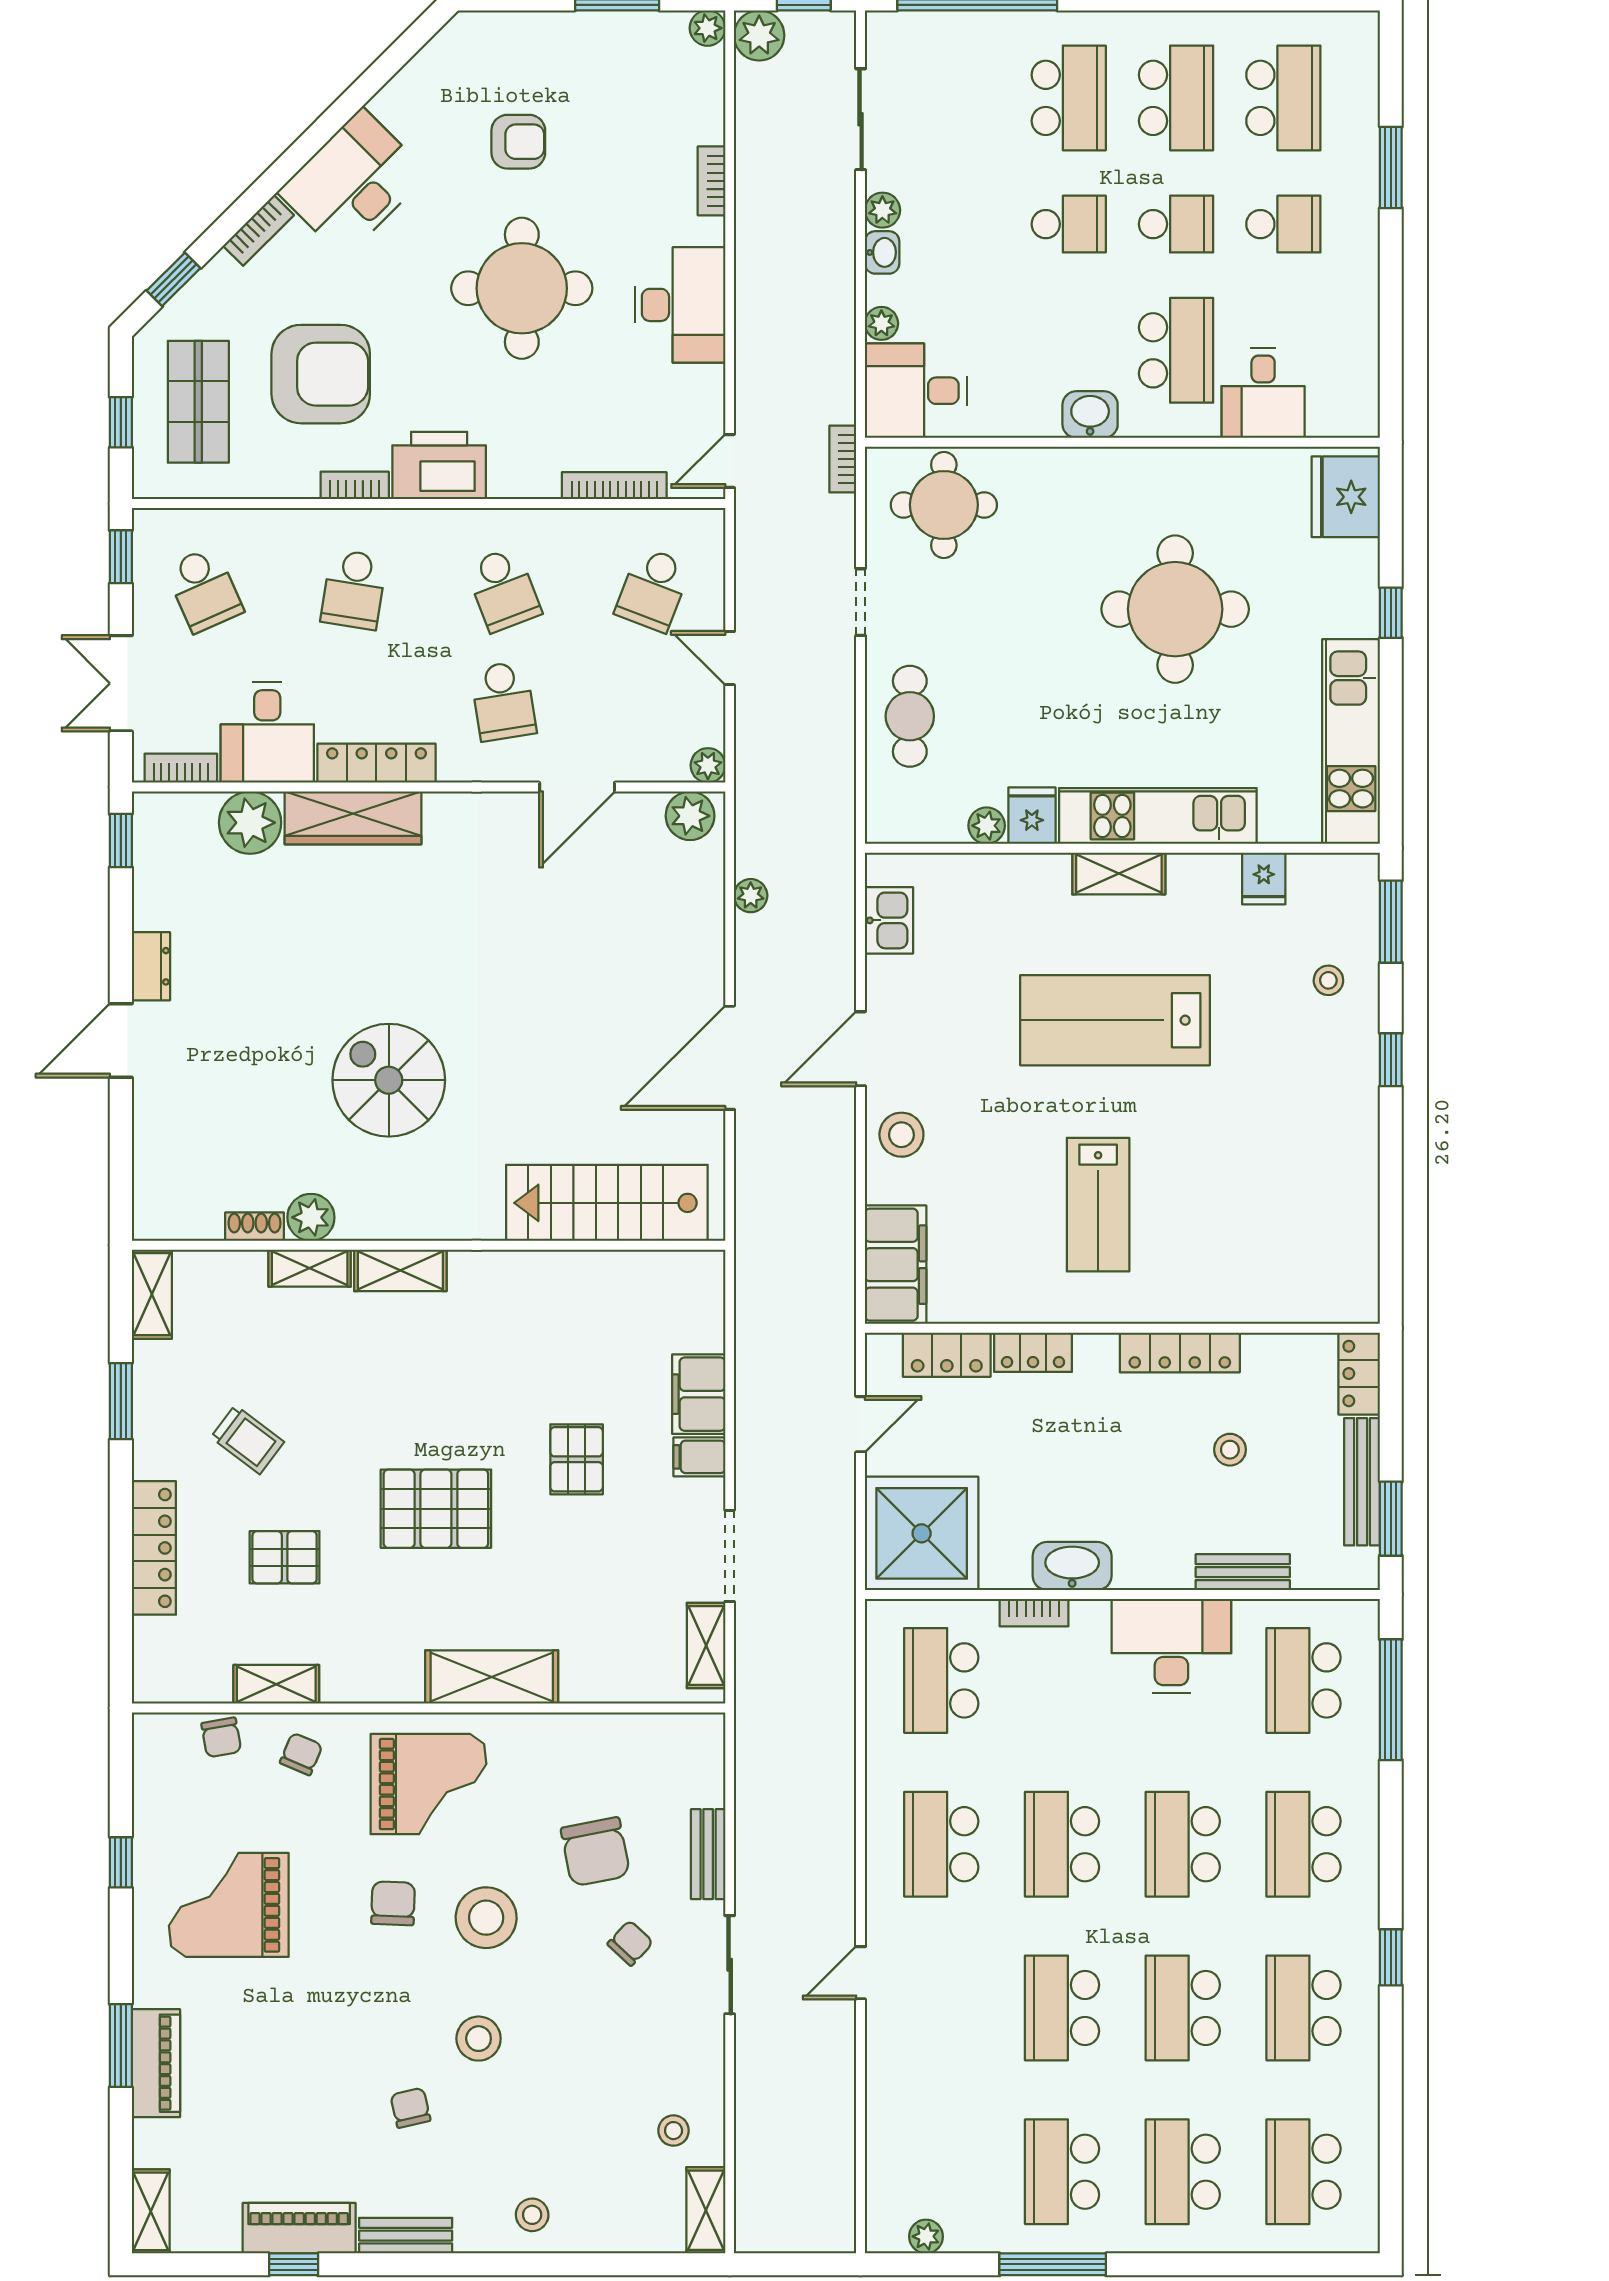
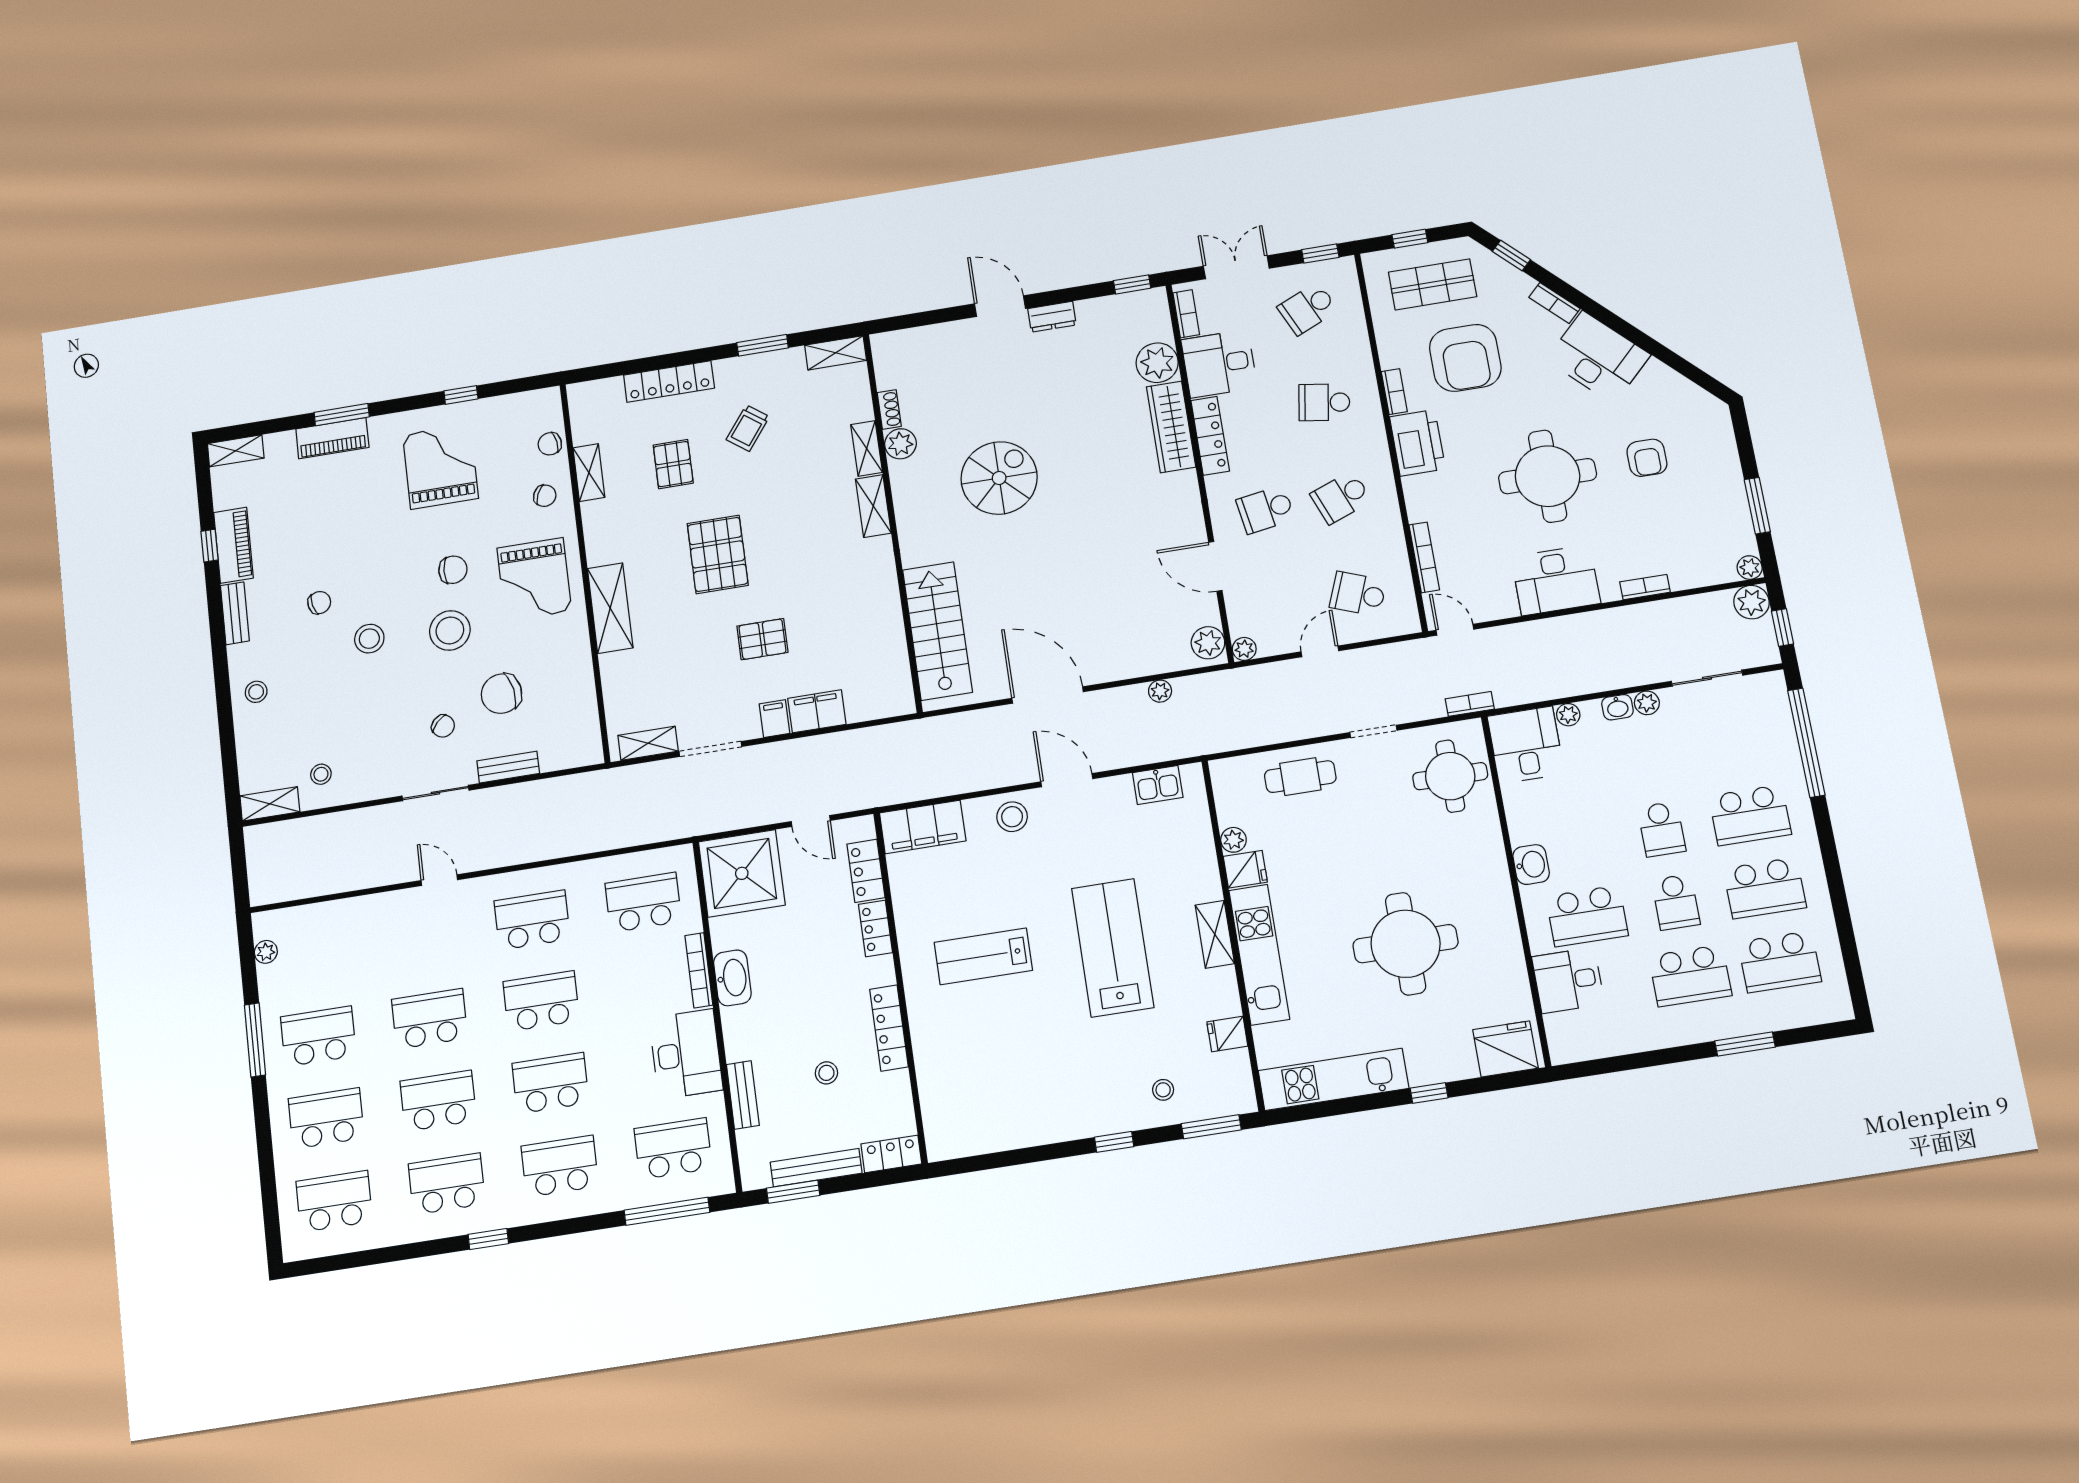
school desk: (1283, 224) -> (1690, 976), width x1.85
bookcase: (1034, 1613) -> (699, 970), width x1.56

